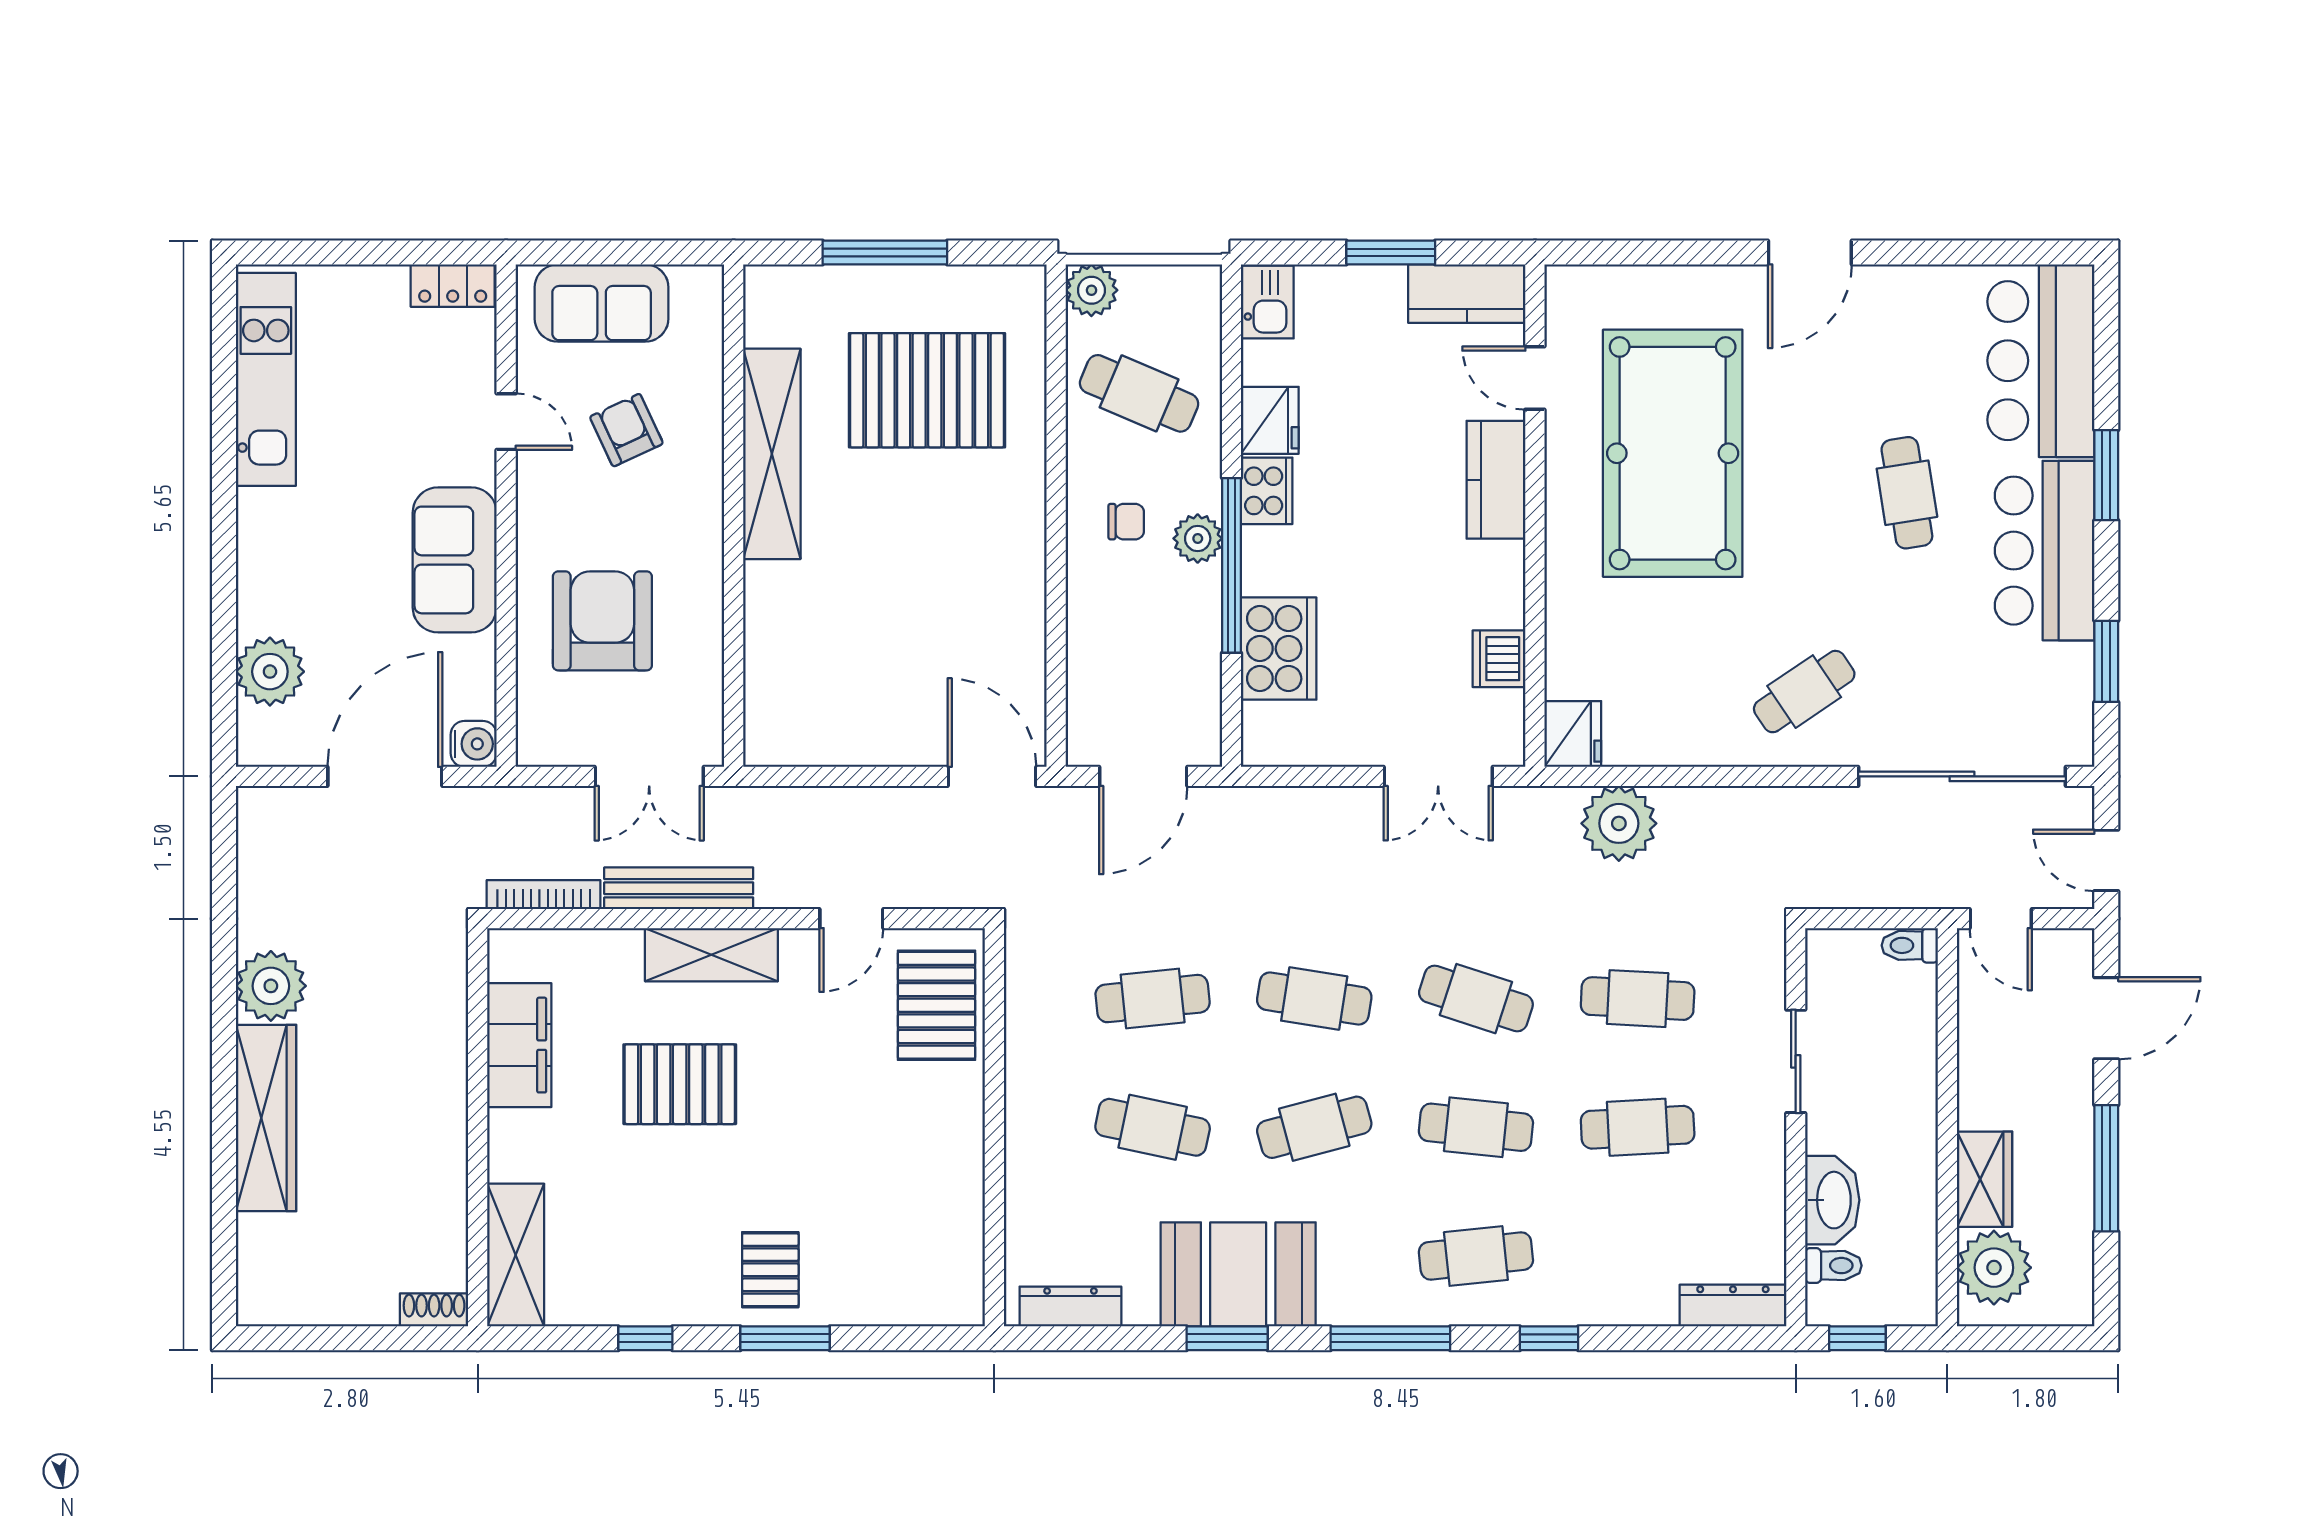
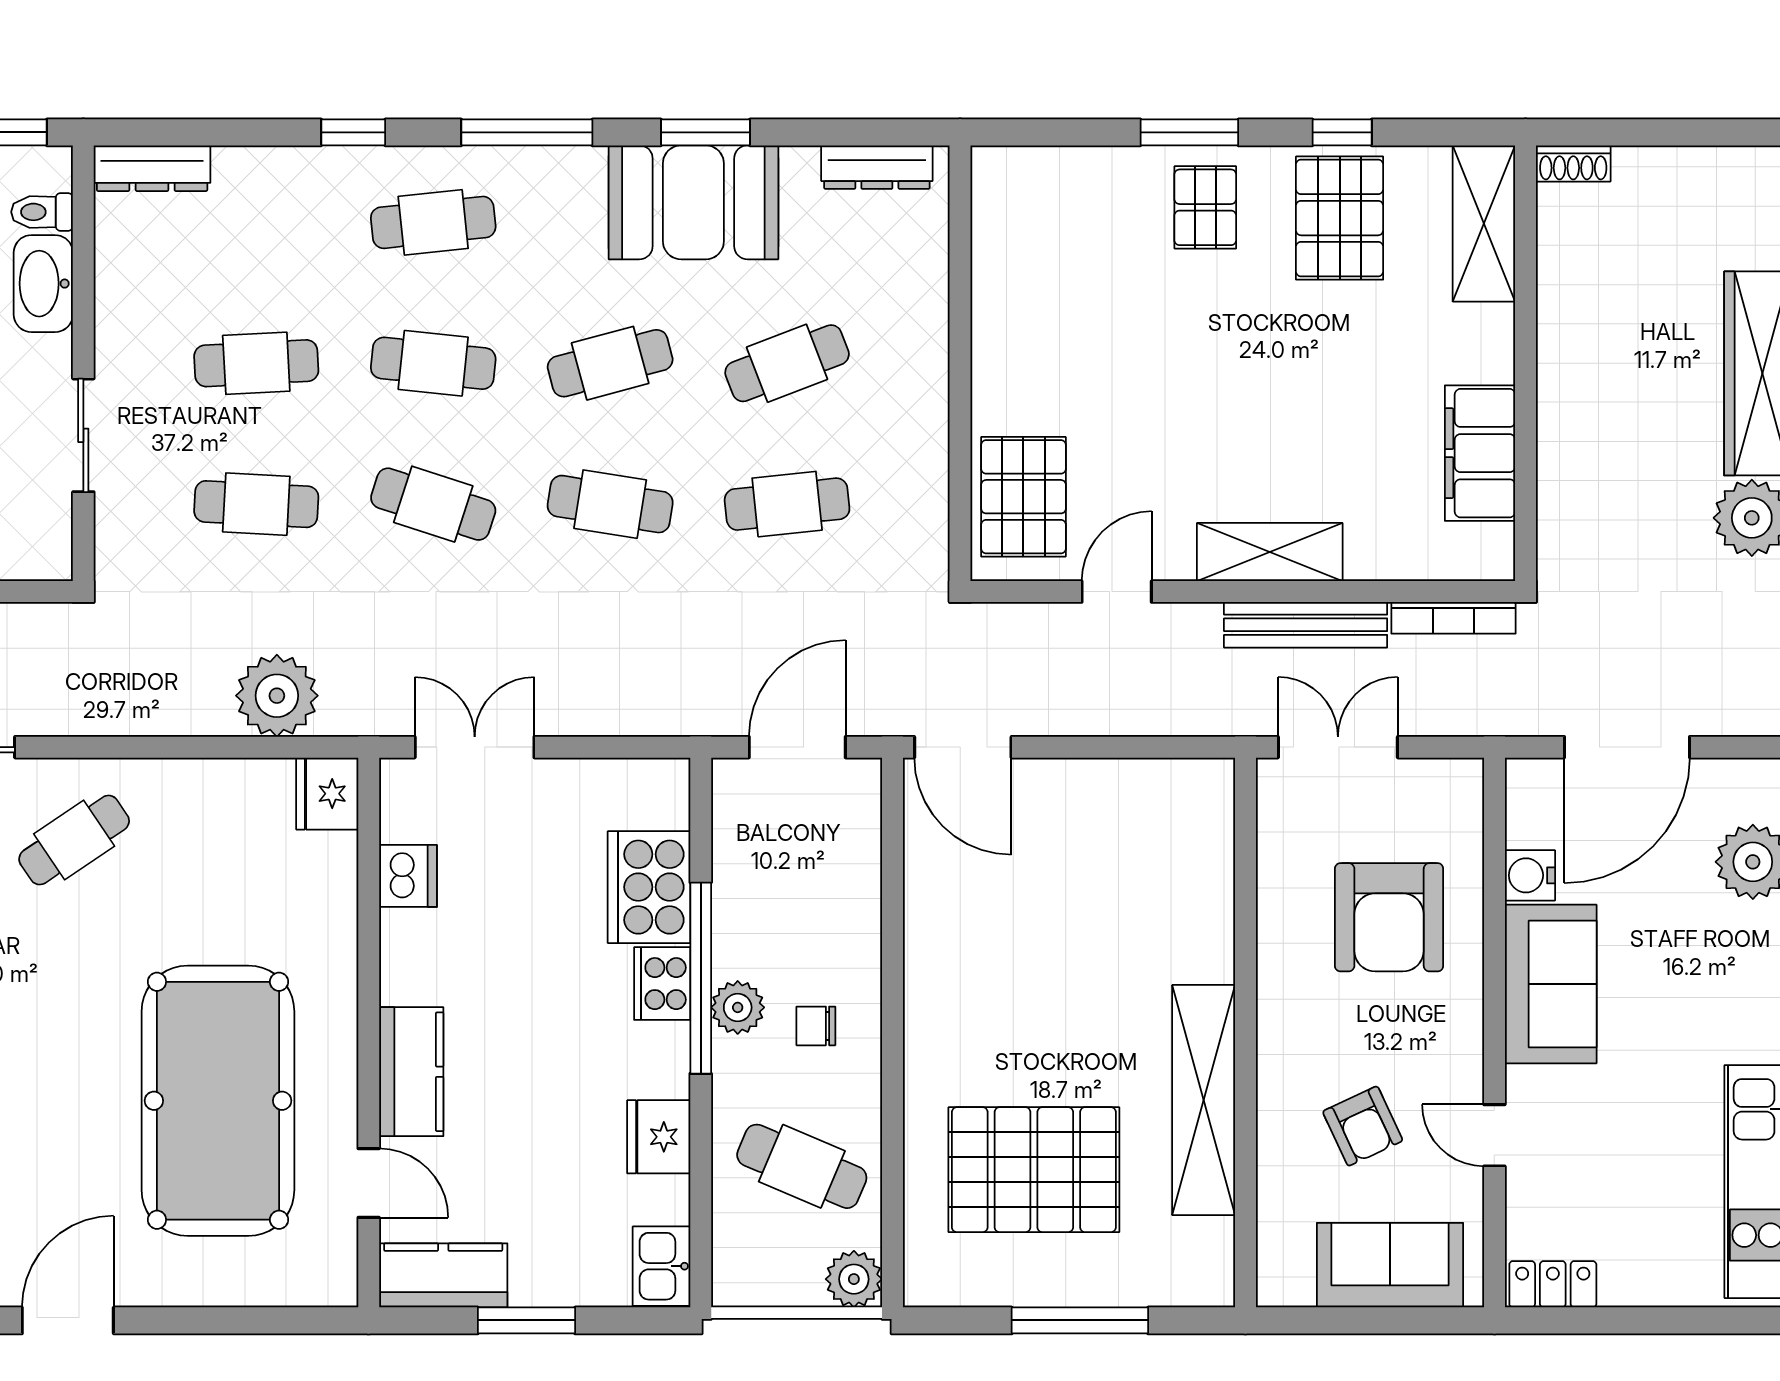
cooker: (1267, 491) -> (662, 984), moved
water cooler: (474, 744) -> (1530, 875), moved
pallet: (680, 1084) -> (1340, 218), moved, turned 90
cafe table: (1153, 1127) -> (787, 363), turned -33

